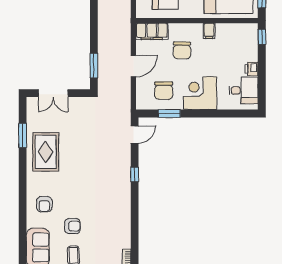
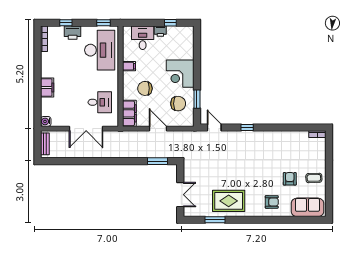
window: (262, 37) -> (170, 23), moved
chair: (182, 50) -> (145, 88), turned 180
desk: (244, 90) -> (143, 38), moved

